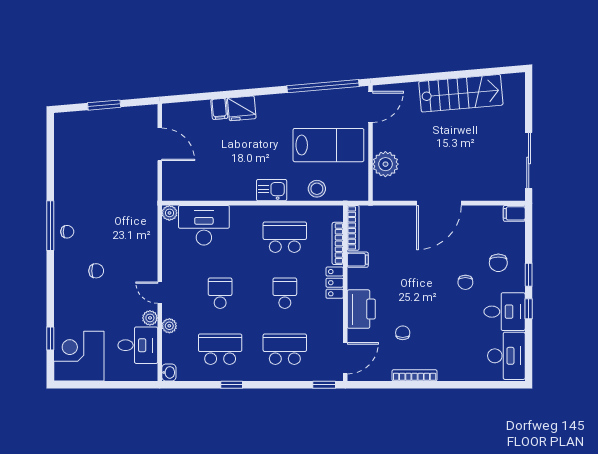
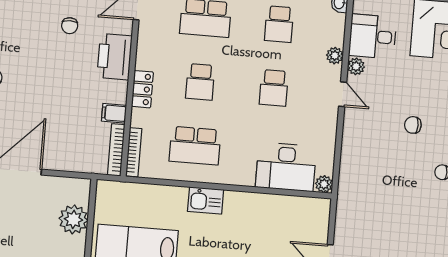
stool: (317, 189) -> (154, 198), removed
bookcase: (338, 243) -> (134, 152), moved
school desk: (220, 349) -> (279, 24), width x0.54

